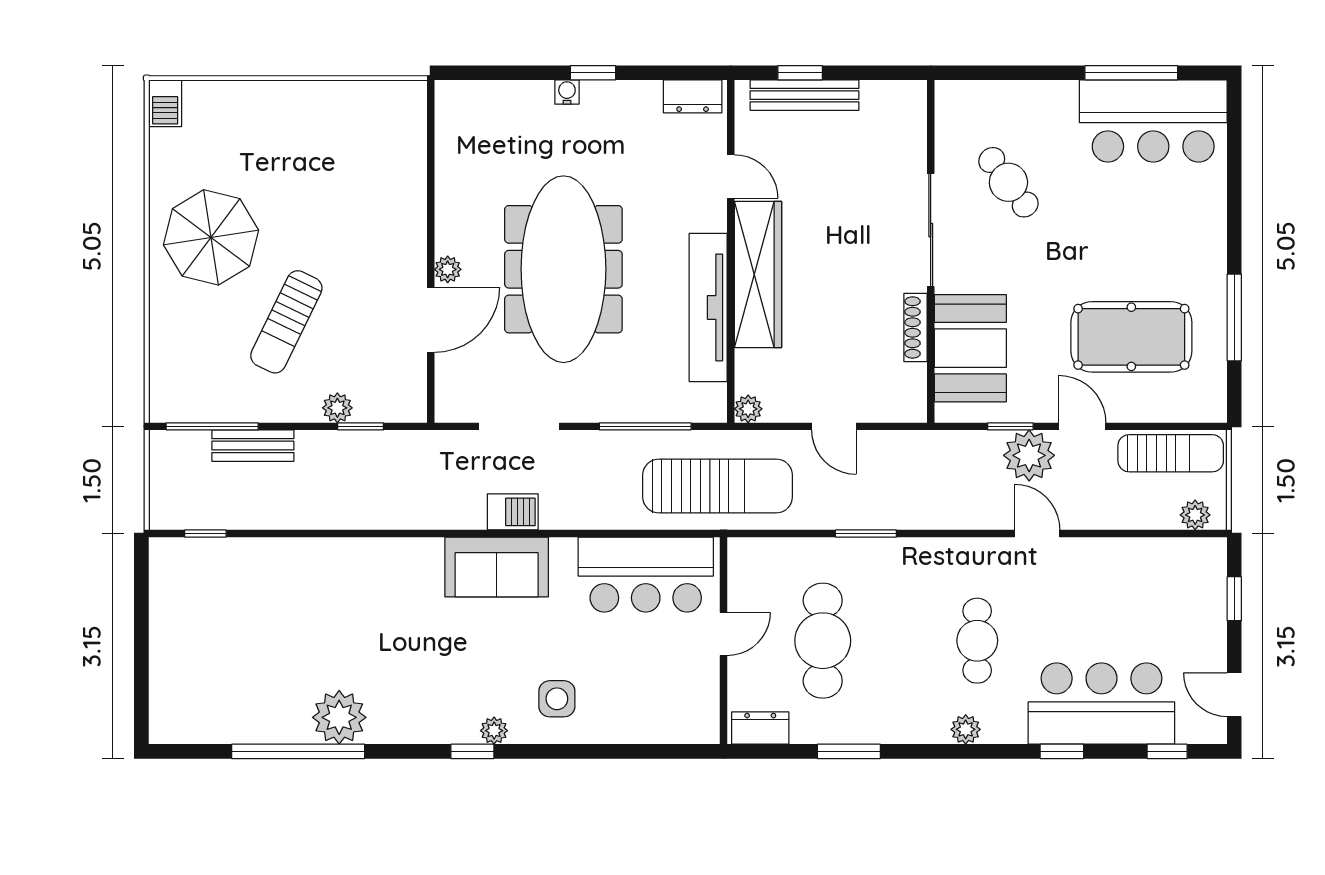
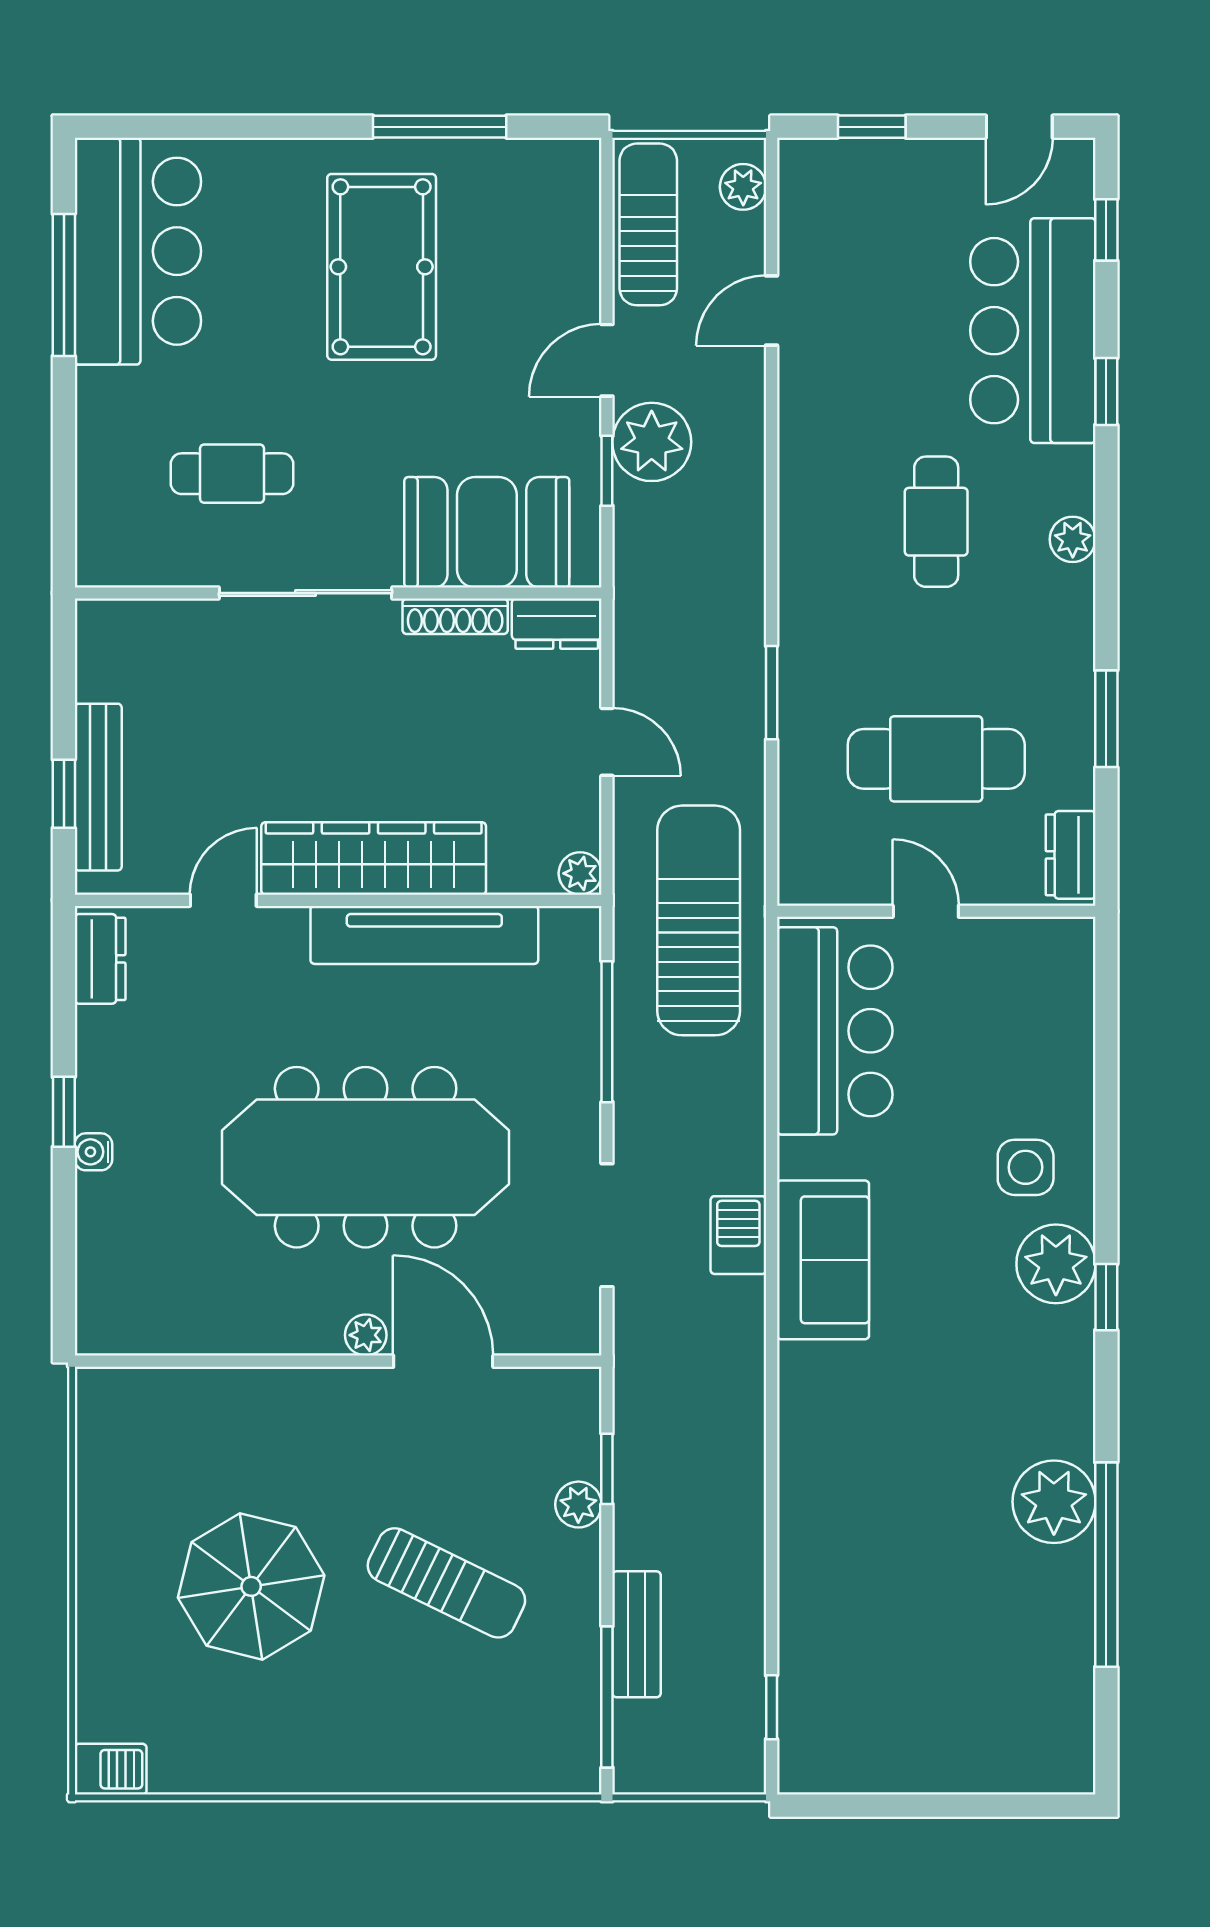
cafe table: (1008, 182) -> (232, 474), turned 37
parasol: (211, 237) -> (251, 1586), moved
pool table: (1131, 337) -> (382, 267), moved
dresser: (911, 394) -> (557, 624), added
door: (834, 426) -> (607, 742), hinge flipped
door: (1037, 534) -> (772, 310), moved
cafe table: (977, 641) -> (936, 522), turned 90
plant: (494, 731) -> (1056, 1264), width x1.88, depth x1.88

